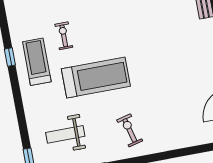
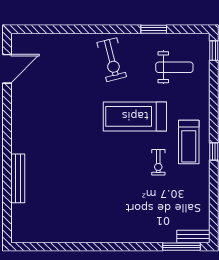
exercise bike: (130, 130) -> (112, 60), width x1.38, depth x1.39

